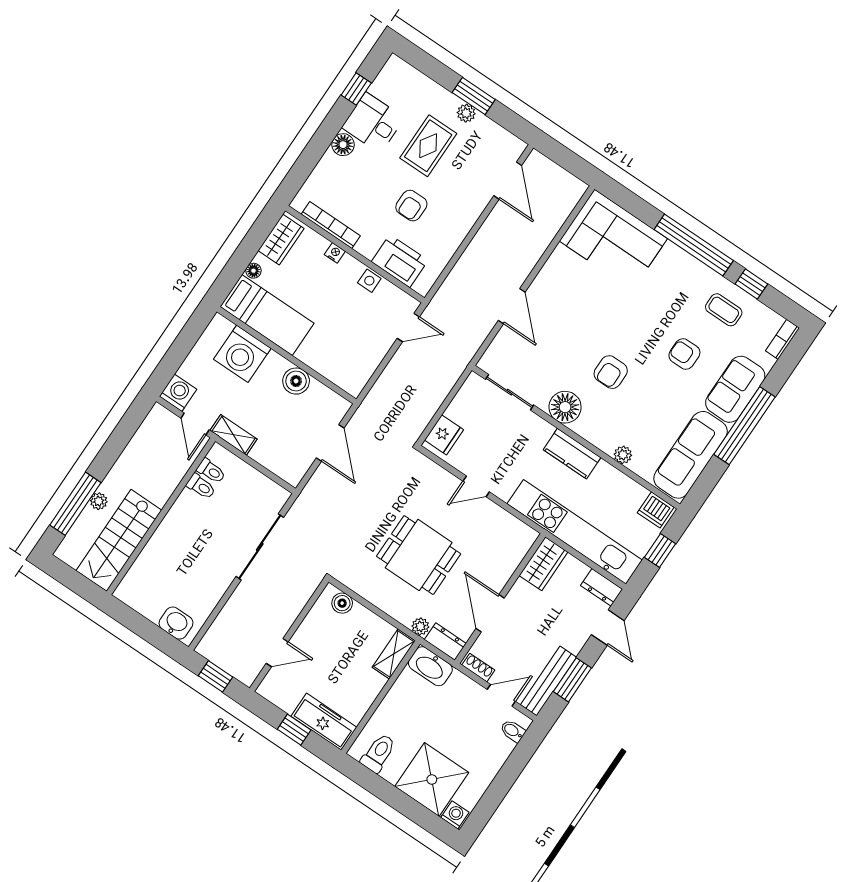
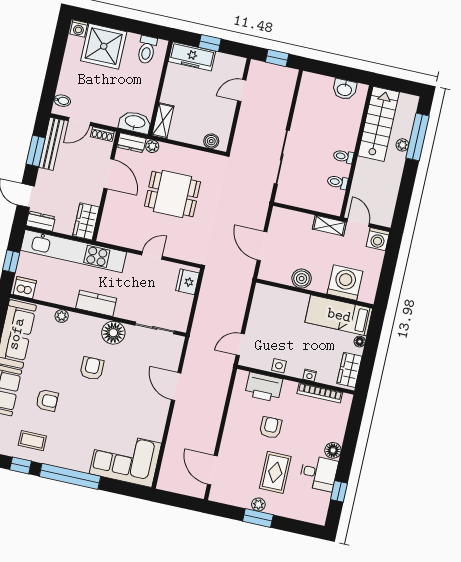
toilet: (211, 471) -> (343, 156), moved
washbasin: (176, 623) -> (344, 89), moved

